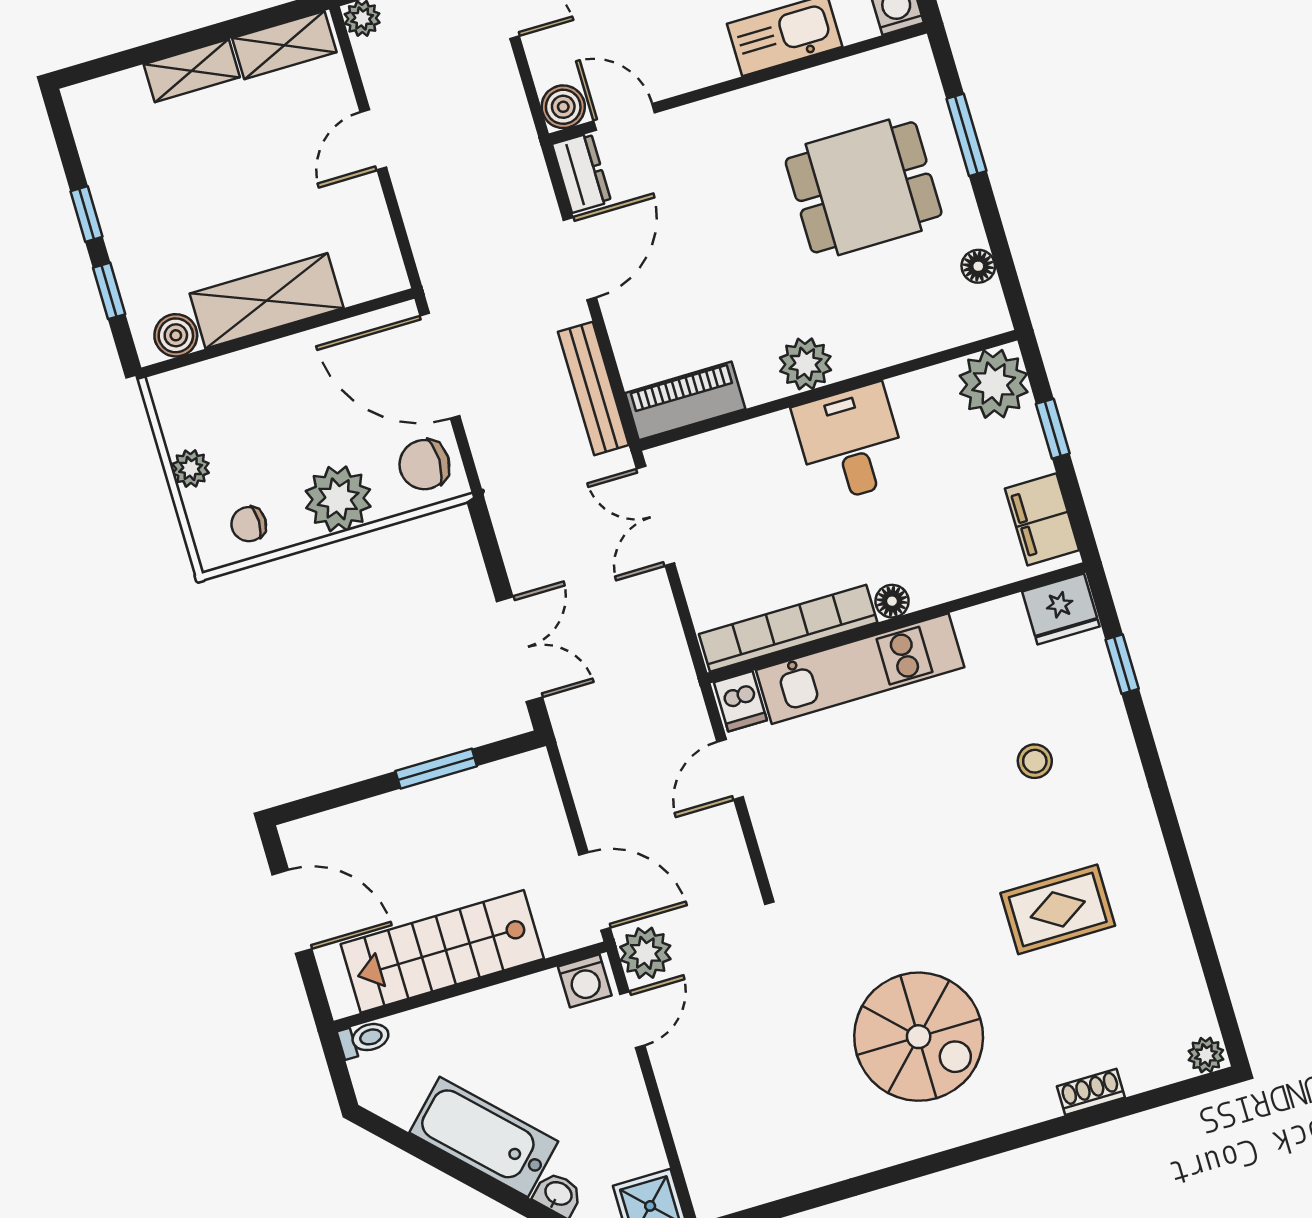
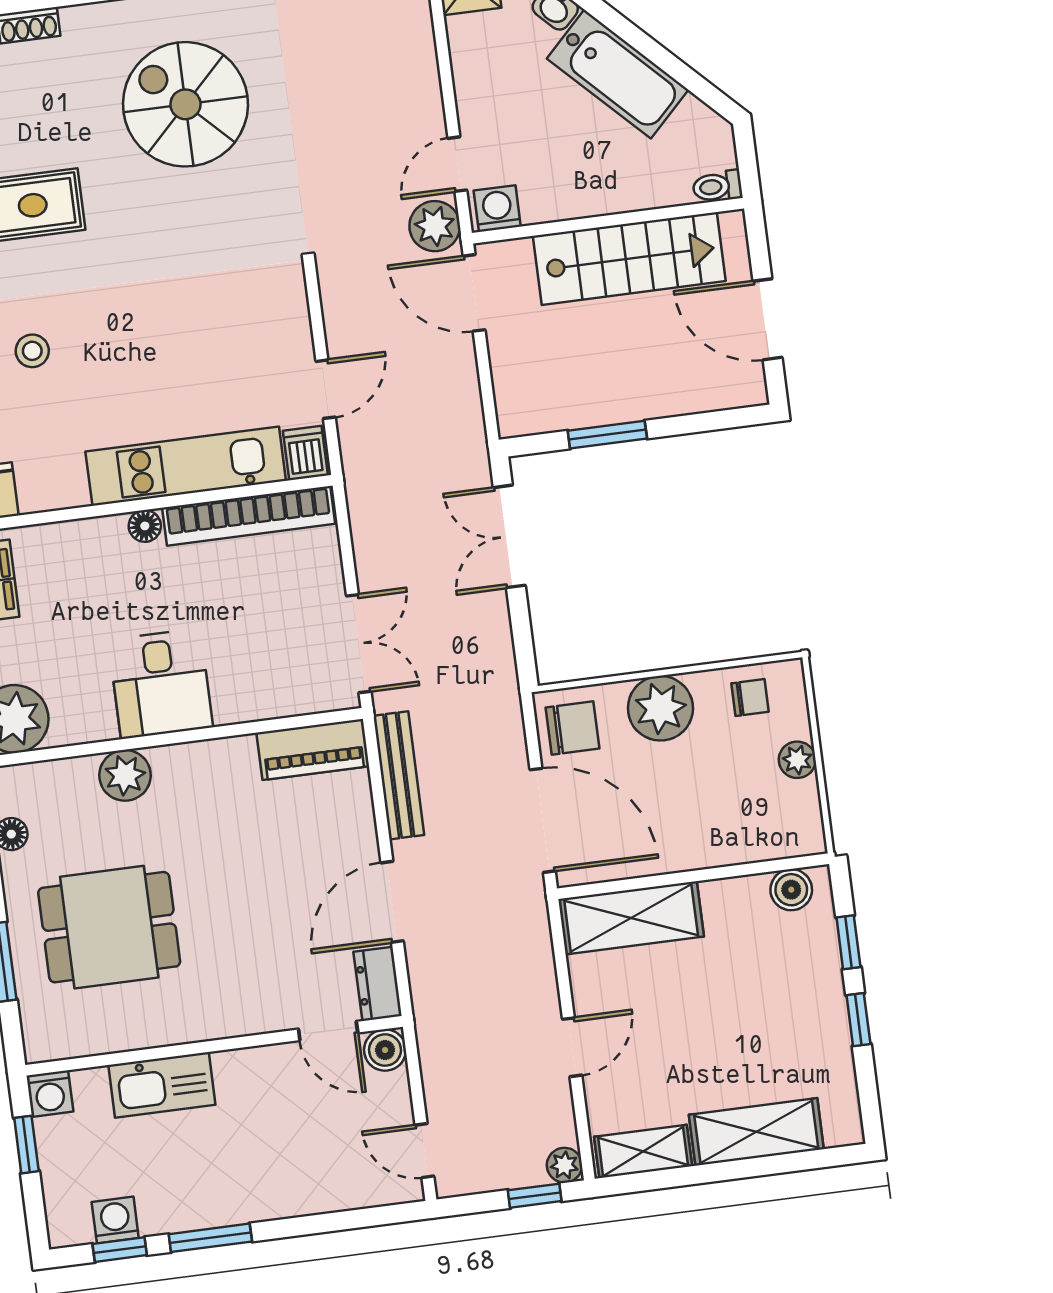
shelving: (192, 71) -> (756, 1132), width x1.50, depth x1.33
shelving: (267, 301) -> (631, 918), moved
plant: (805, 364) -> (125, 775), moved

